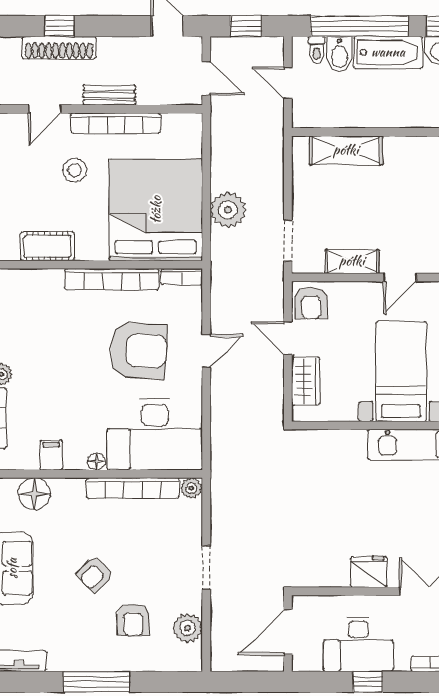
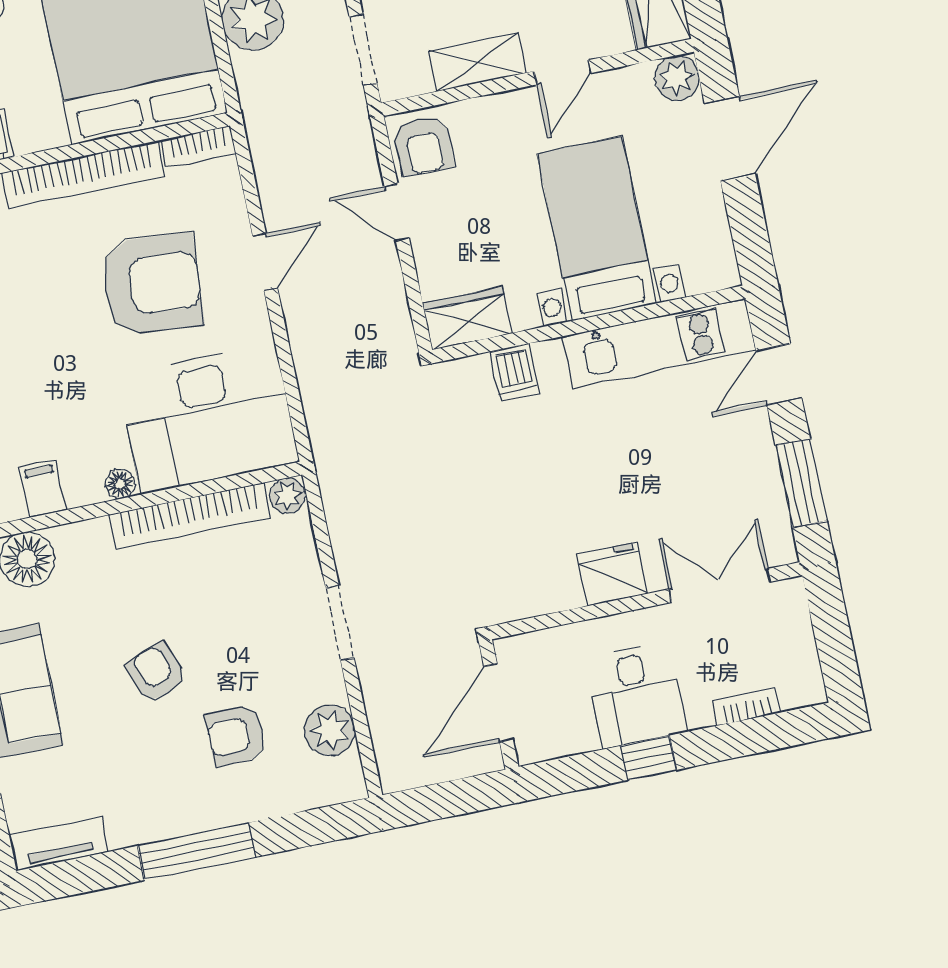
wardrobe: (306, 381) -> (467, 318), moved, turned -90
dishwasher: (337, 444) -> (515, 372), added
armchair: (95, 574) -> (156, 673), turned 114
armchair: (133, 620) -> (236, 735), turned 90
desk: (358, 644) -> (636, 695), width x0.73

